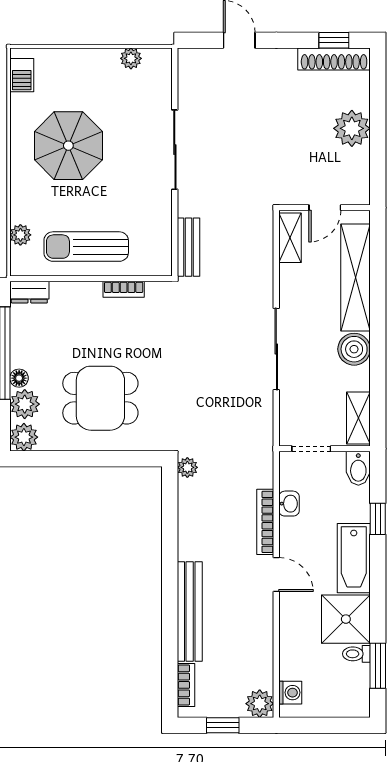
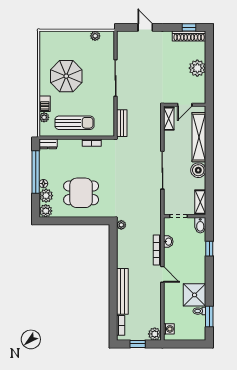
barbecue: (22, 75) -> (45, 104), moved
sun lounger: (86, 247) -> (74, 123), turned 180
bathtub: (354, 558) -> (198, 267), removed

